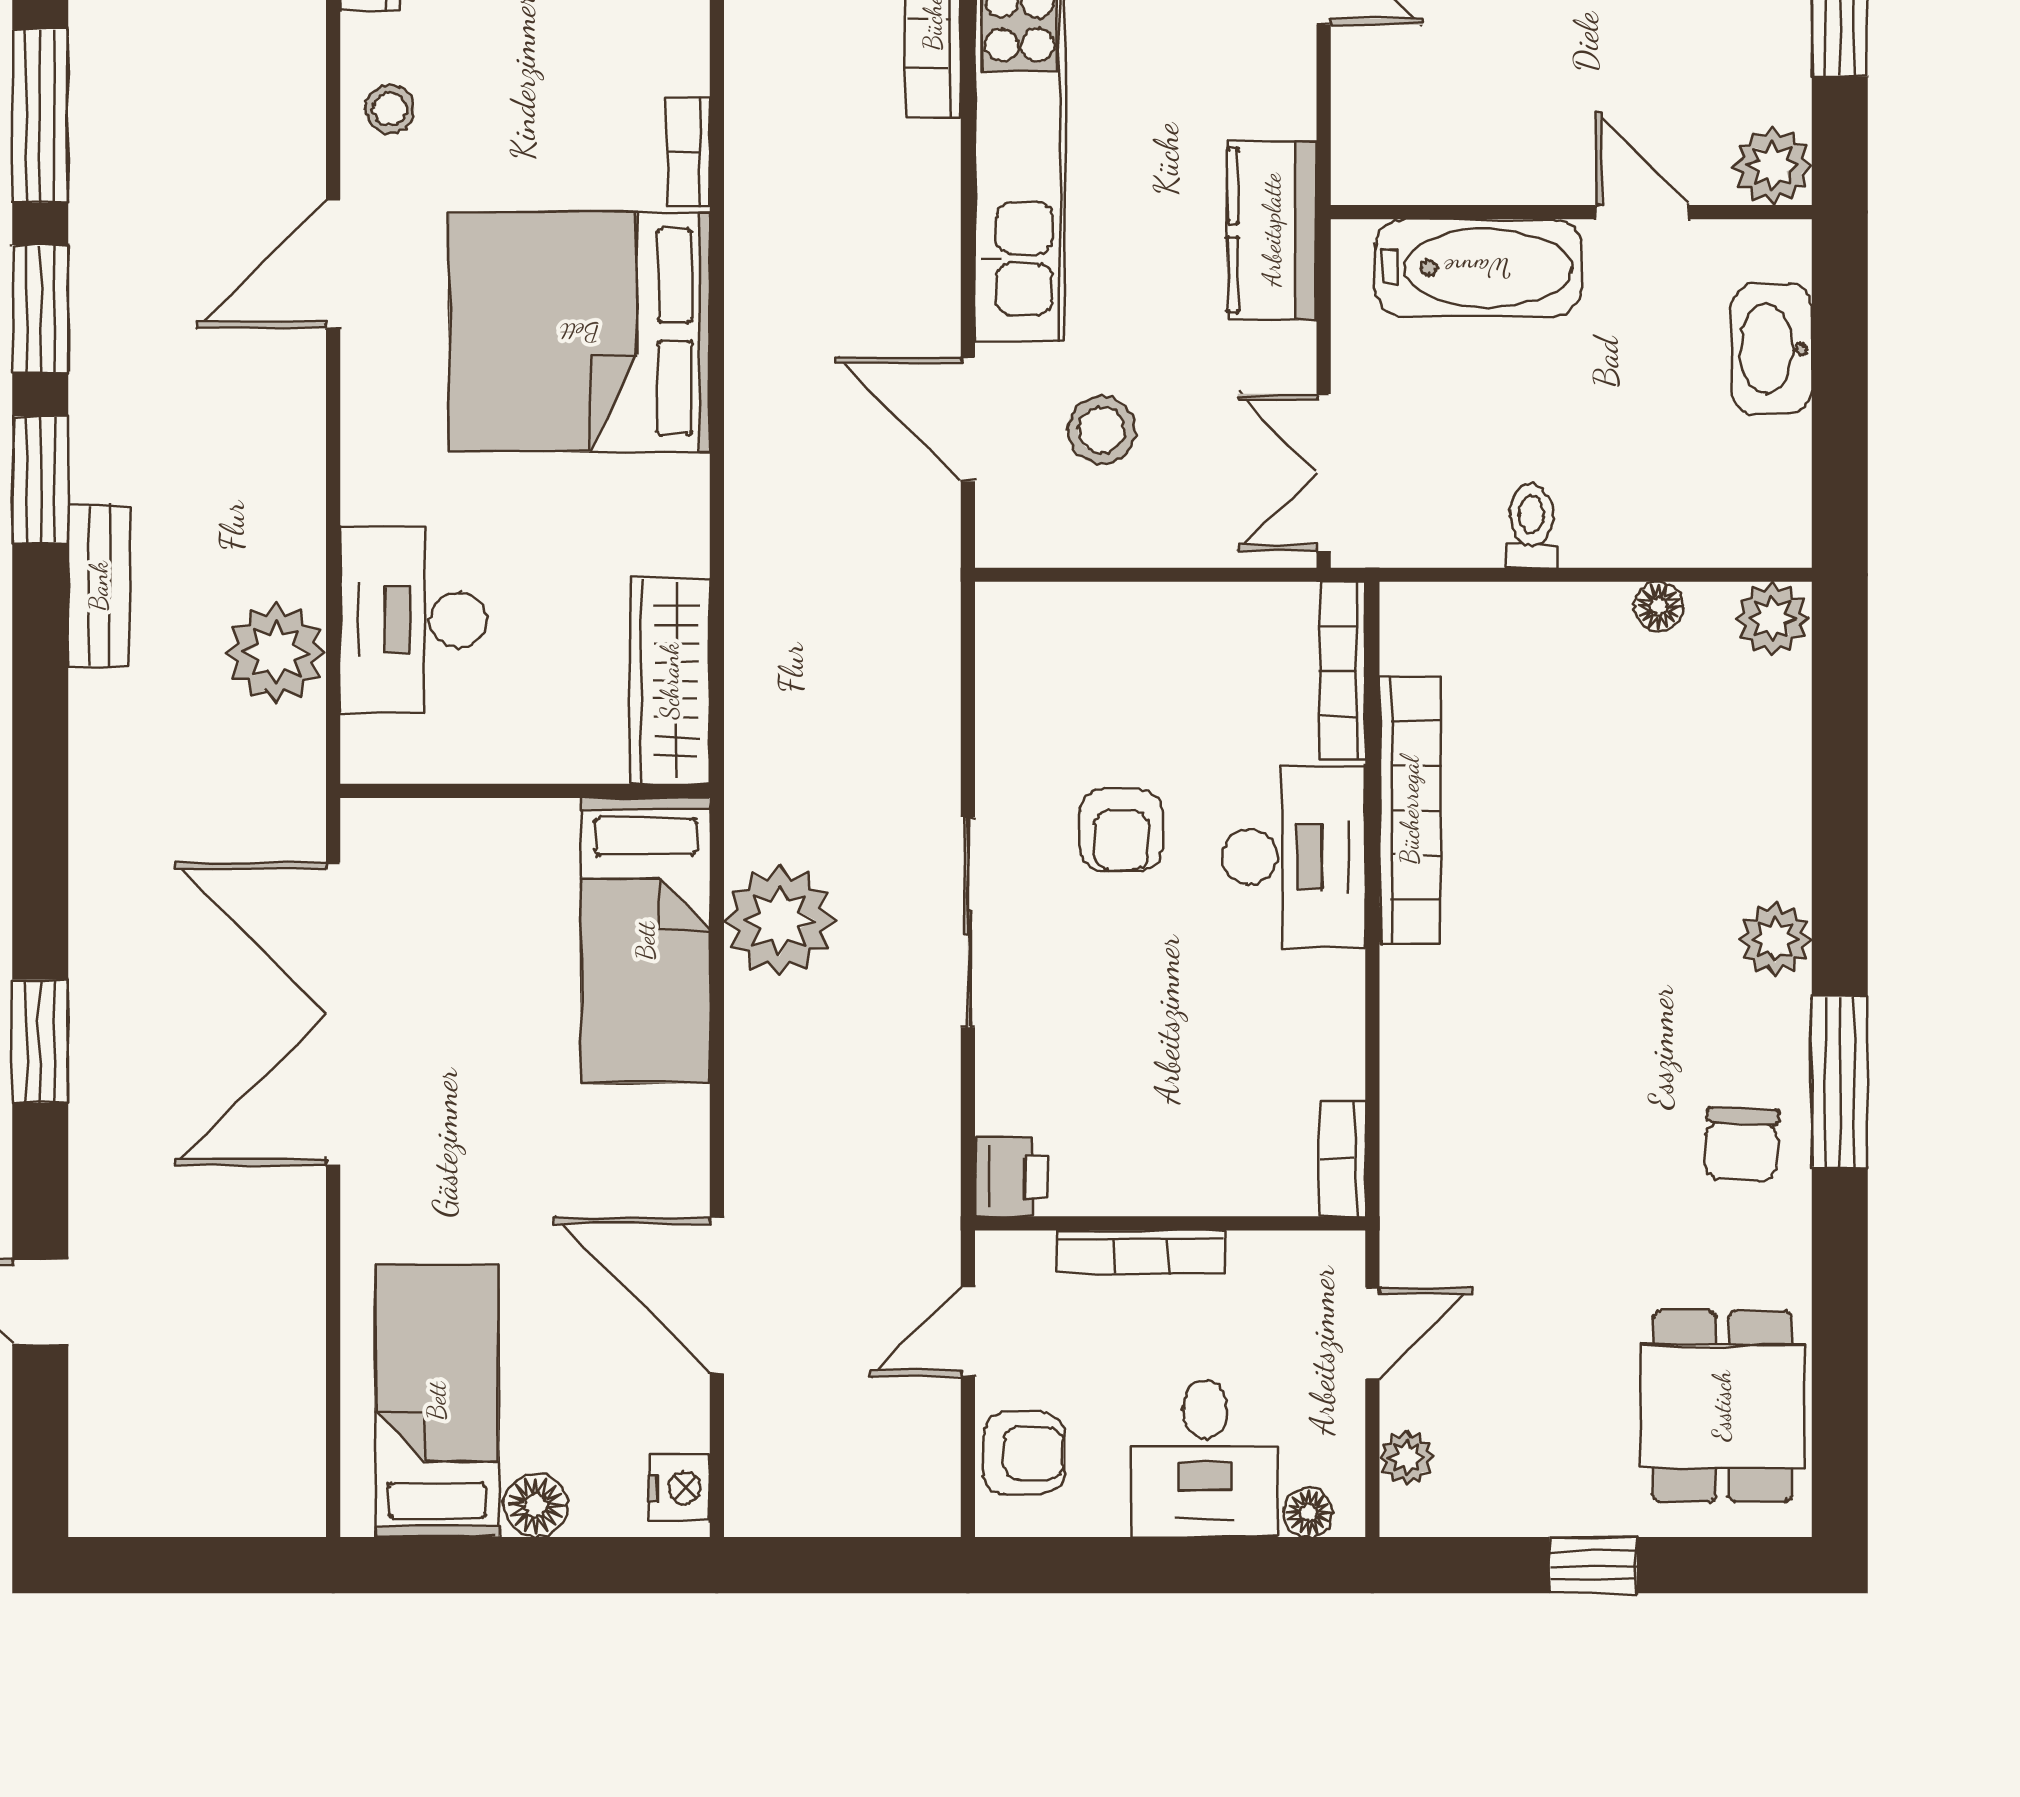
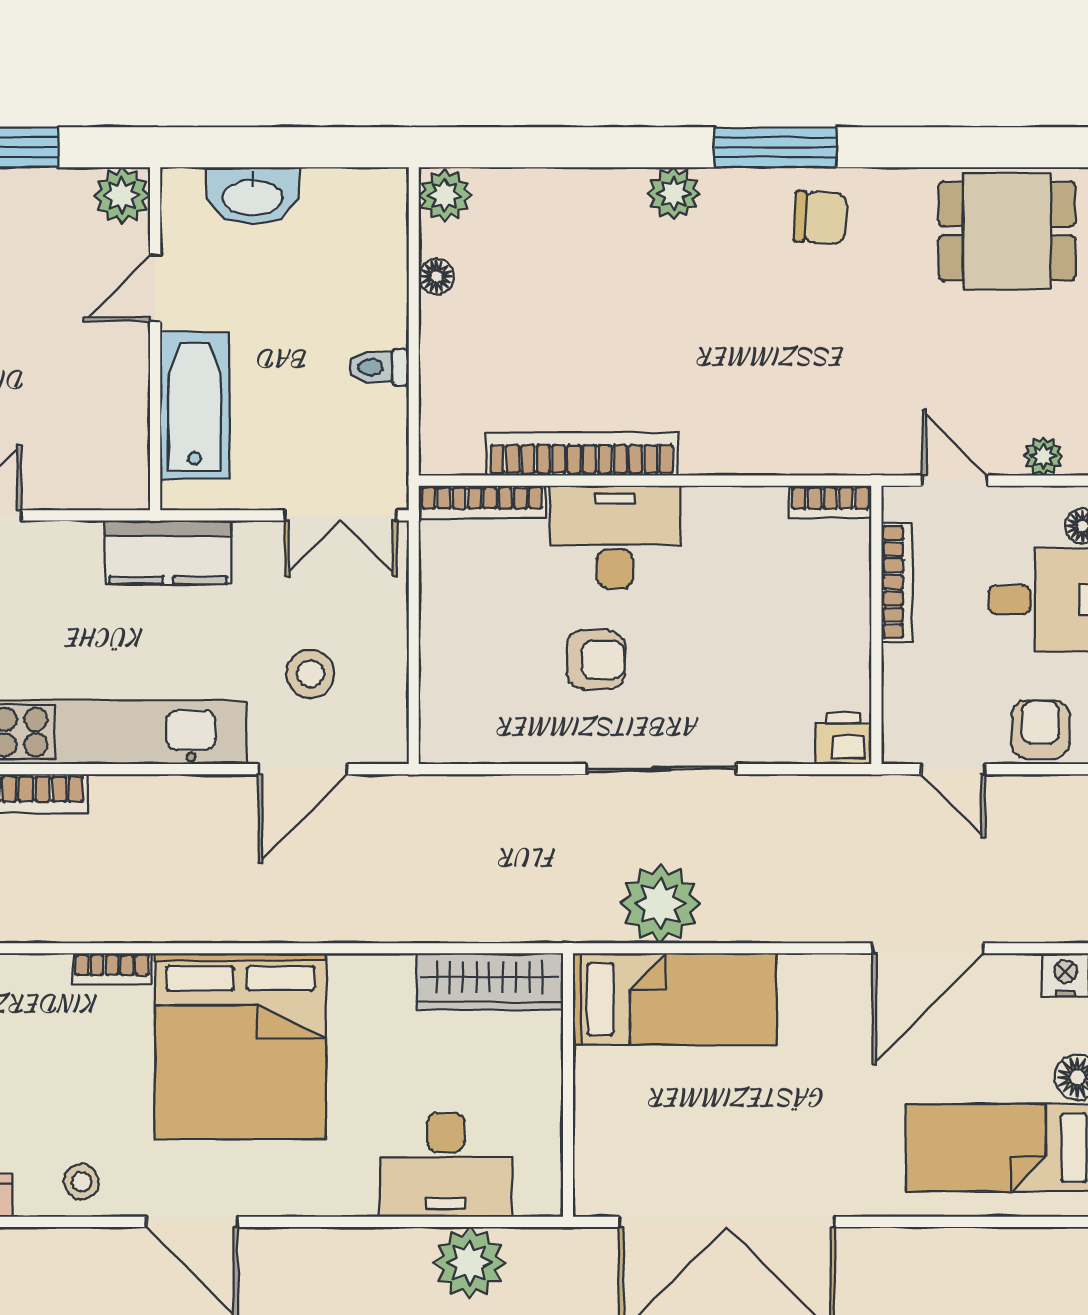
bookcase: (1141, 1252) -> (897, 582), moved

